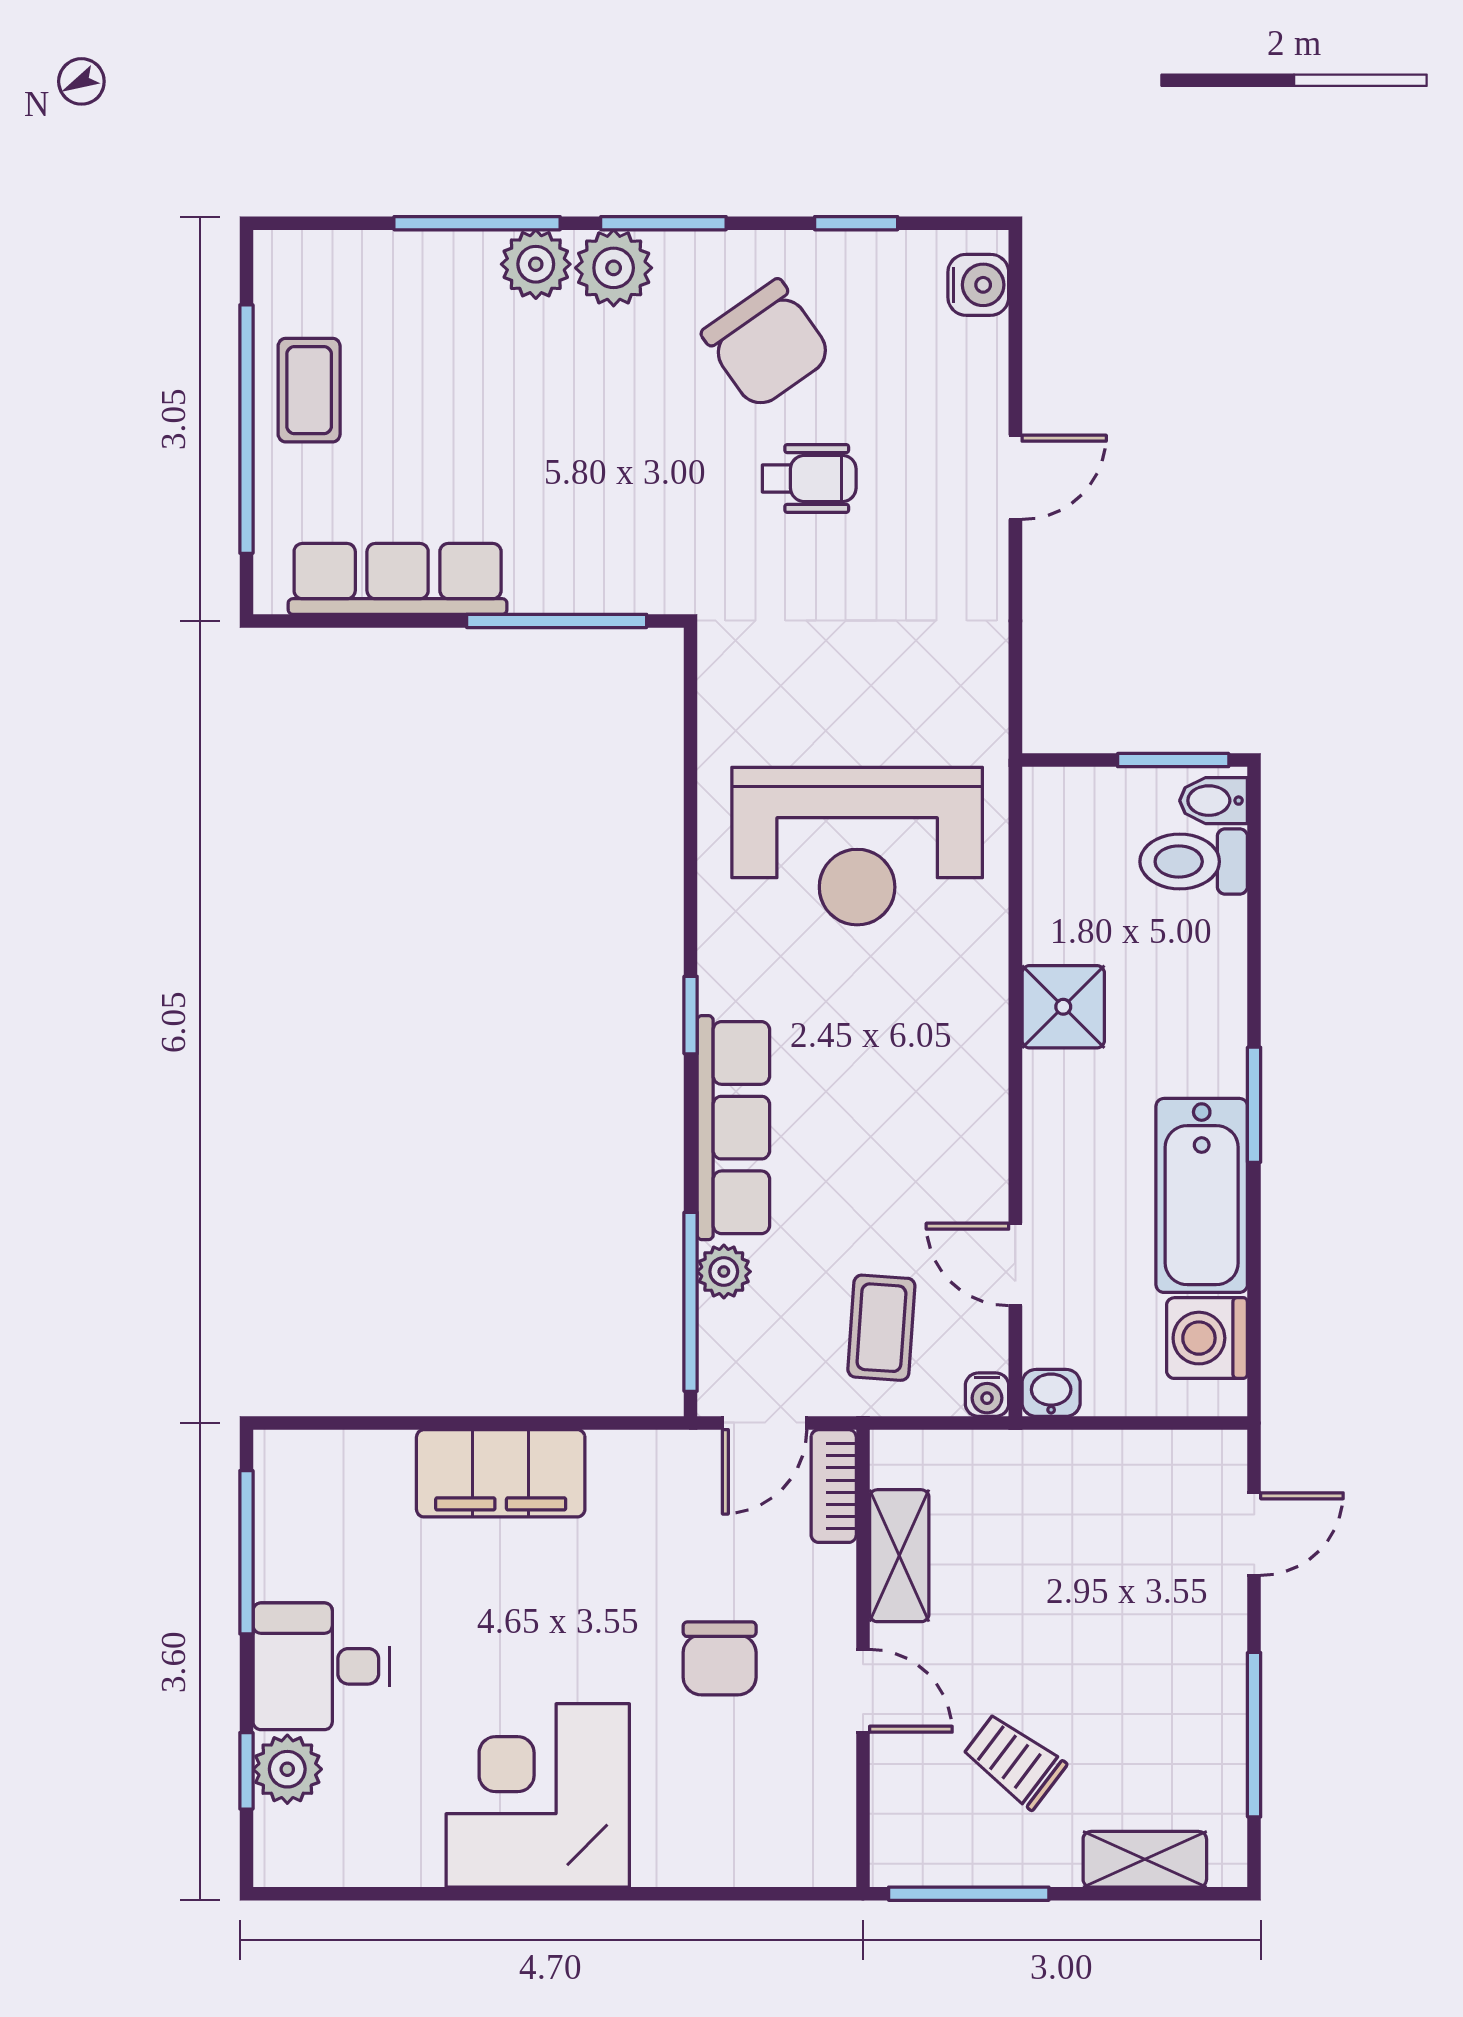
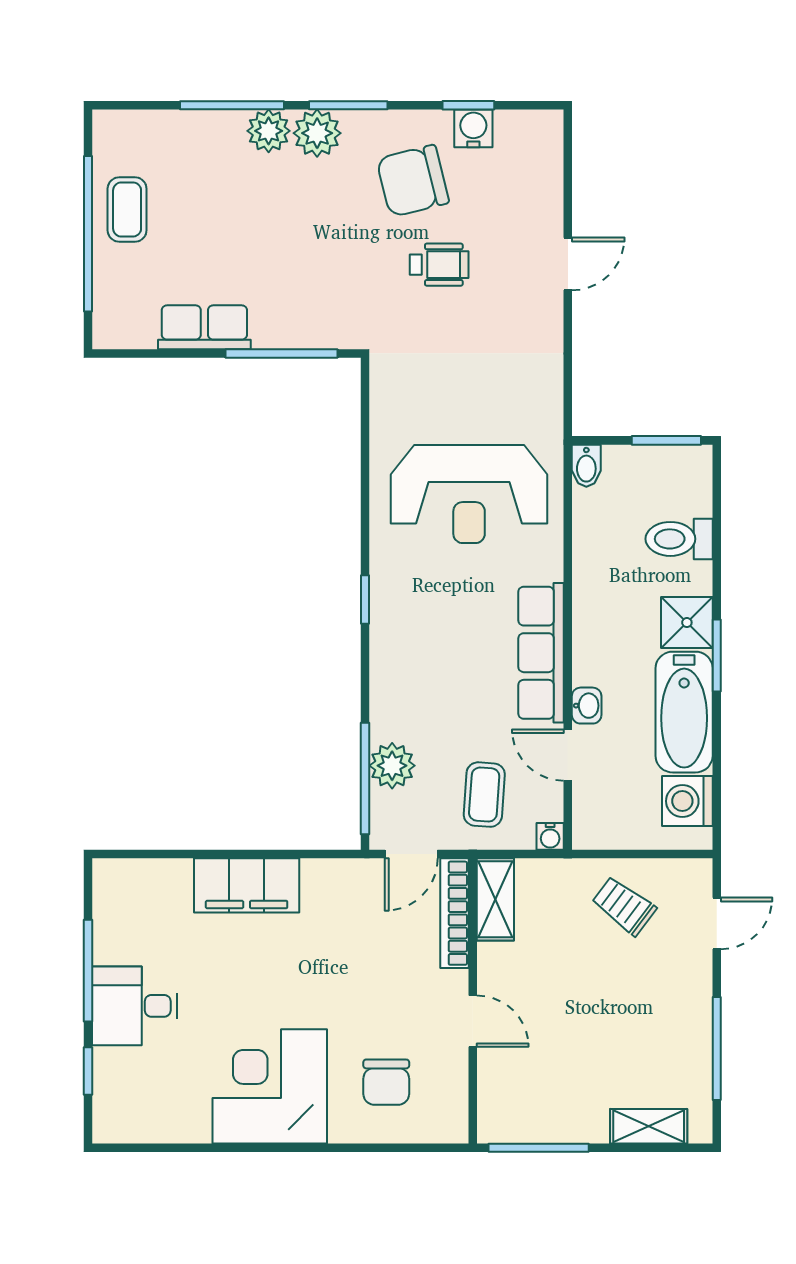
water cooler: (978, 285) -> (473, 128), moved, turned -90
chair: (767, 344) -> (413, 181), turned 111
row of seats: (398, 579) -> (204, 327), width x0.68
bidet: (1214, 801) -> (586, 466), moved, turned -90
toilet: (1194, 862) -> (679, 539), moved
shower: (1063, 1007) -> (687, 623), moved
row of seats: (733, 1128) -> (541, 653), moved, turned 180
plant: (724, 1272) -> (392, 766), width x1.38, depth x1.38
washbasin: (1051, 1393) -> (587, 706), moved, turned 90
bookcase: (834, 1486) -> (454, 913), width x1.56
window: (246, 1552) -> (88, 971), moved
shelving: (899, 1556) -> (495, 899), moved
chair: (720, 1658) -> (386, 1082), moved
trolley: (1014, 1761) -> (624, 906), moved
plant: (287, 1769) -> (113, 1070), removed

